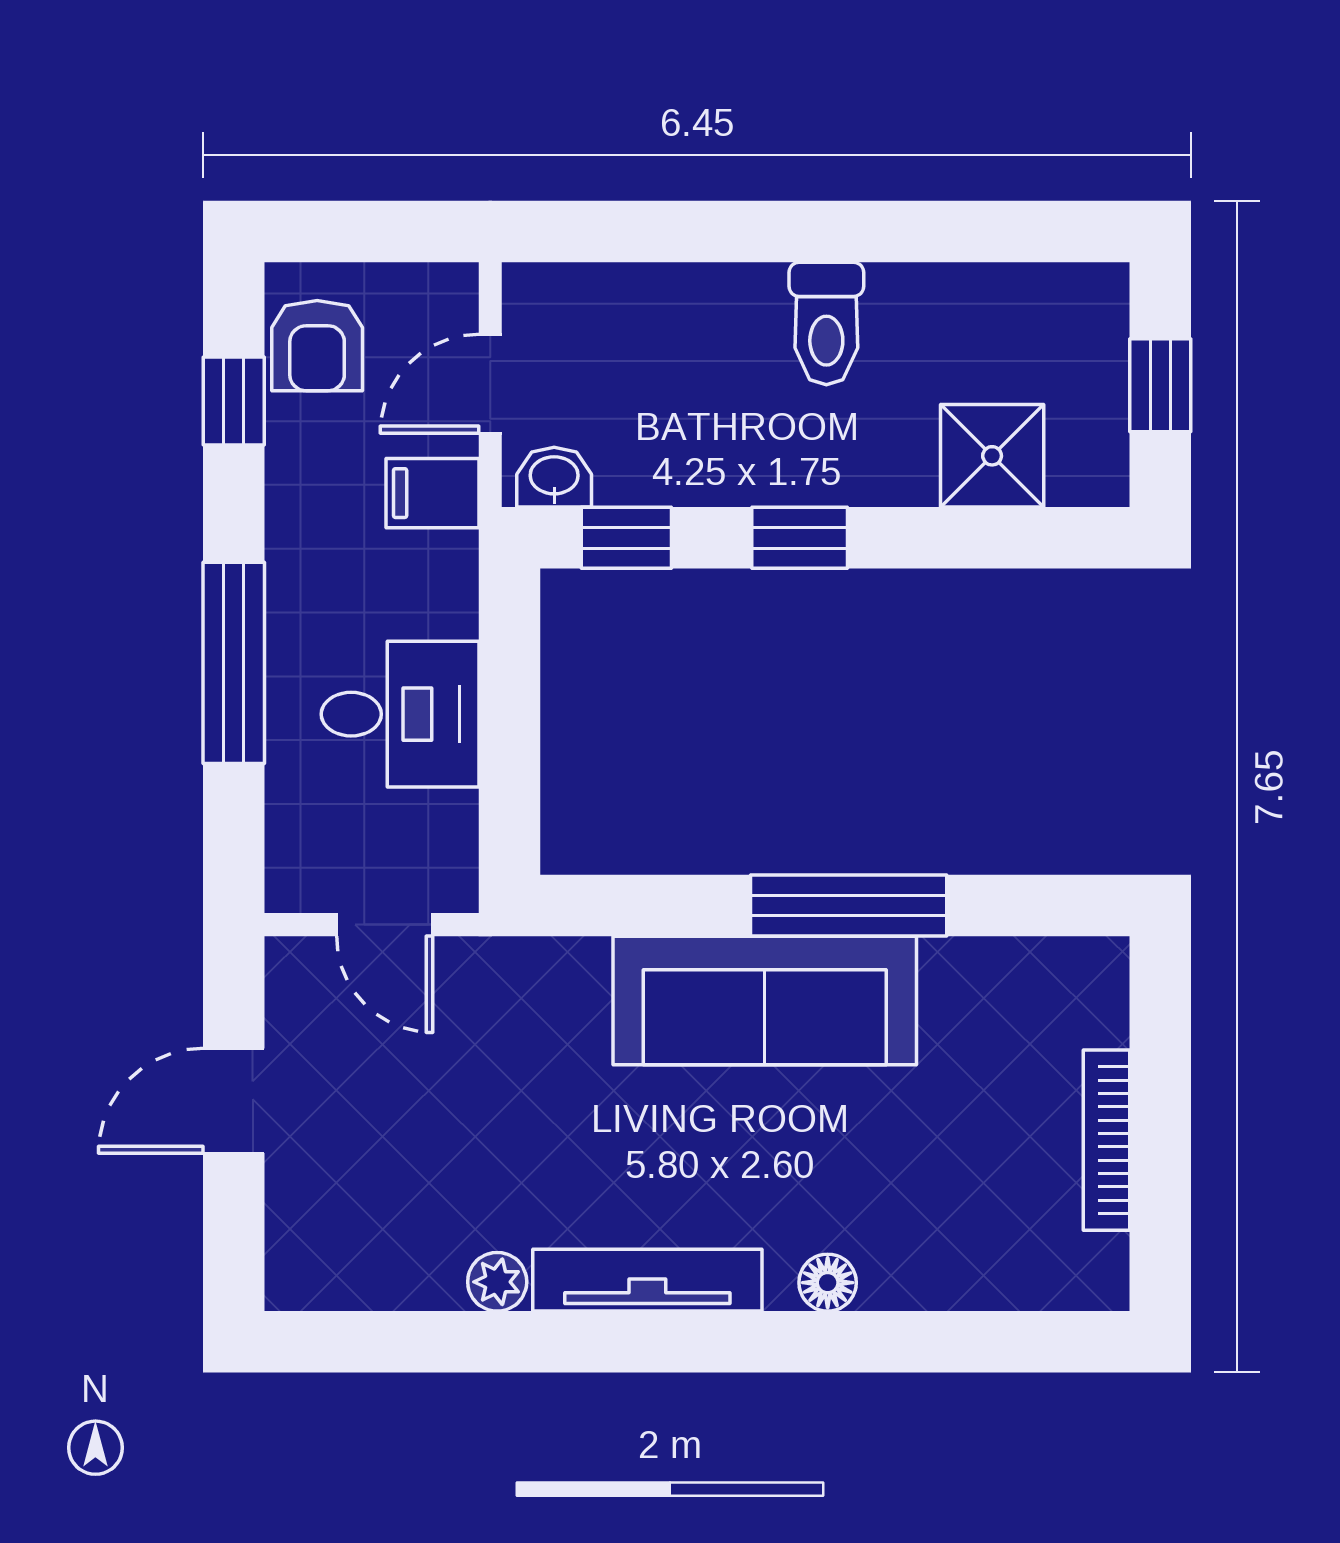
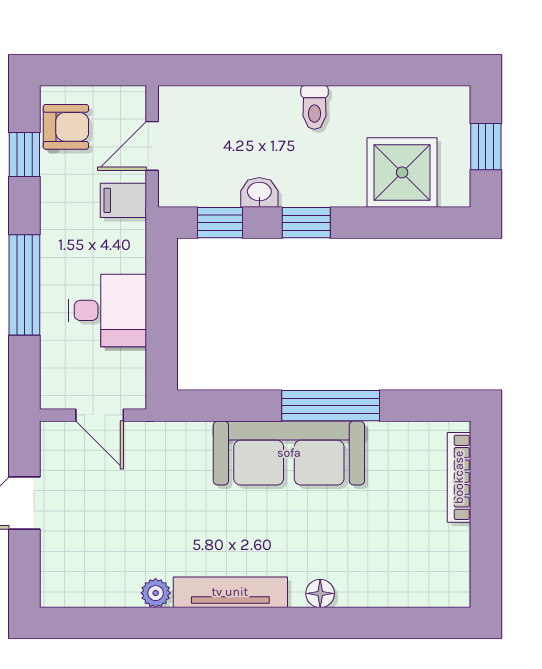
toilet: (826, 323) -> (314, 107), width x0.73, depth x0.72
armchair: (317, 346) -> (66, 127), turned -90
shower: (992, 456) -> (402, 172), width x1.36, depth x1.36
washbasin: (554, 477) -> (259, 192), moved
bookcase: (1106, 1140) -> (459, 477), moved

